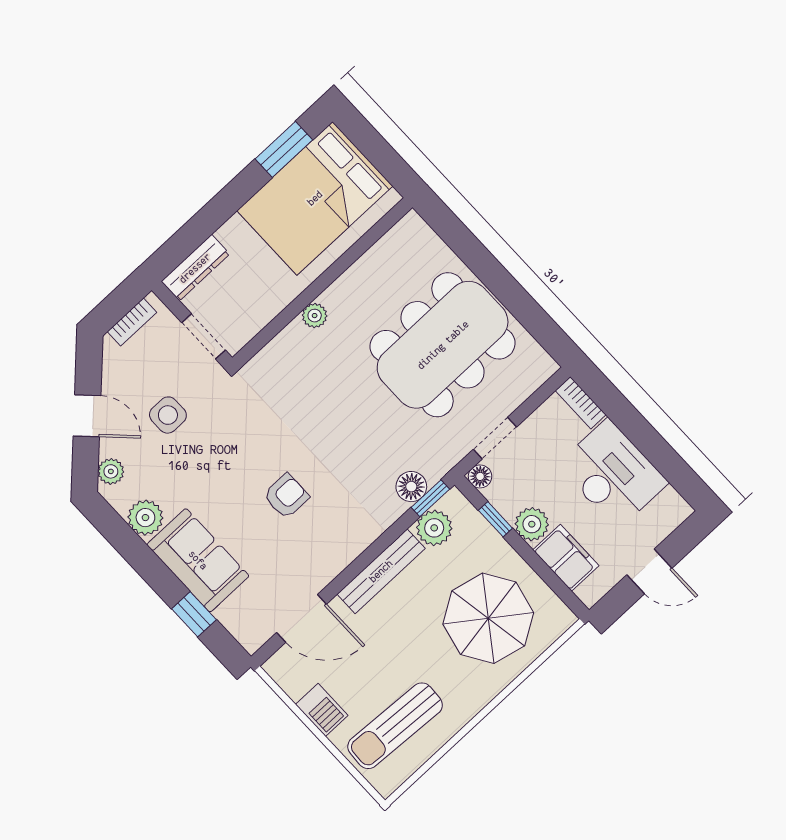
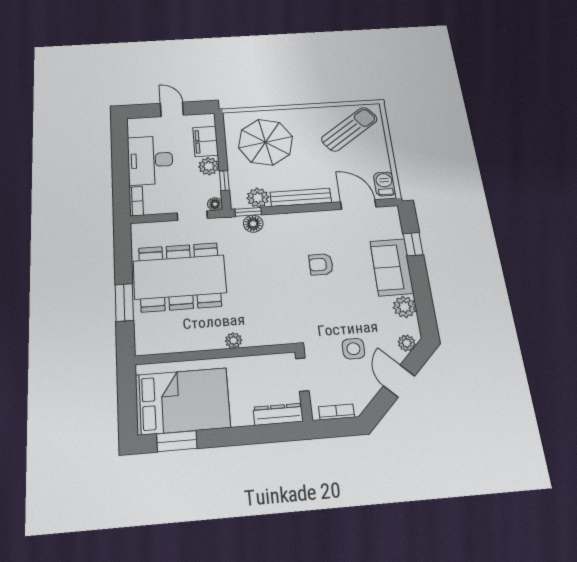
window: (480, 261) -> (124, 302), added
barbecue: (322, 710) -> (385, 184), moved
sun lounger: (395, 726) -> (349, 129), turned -39

